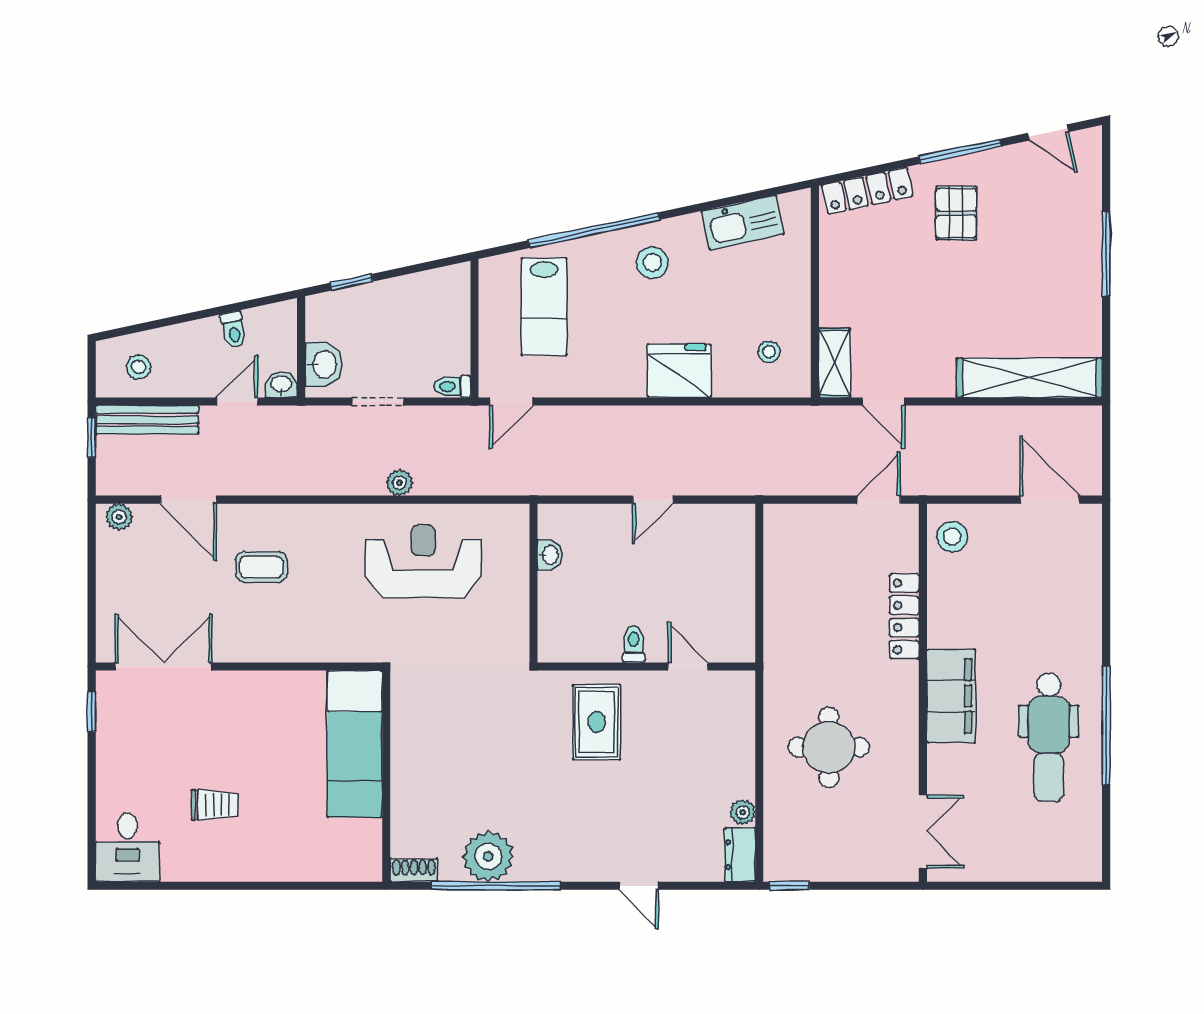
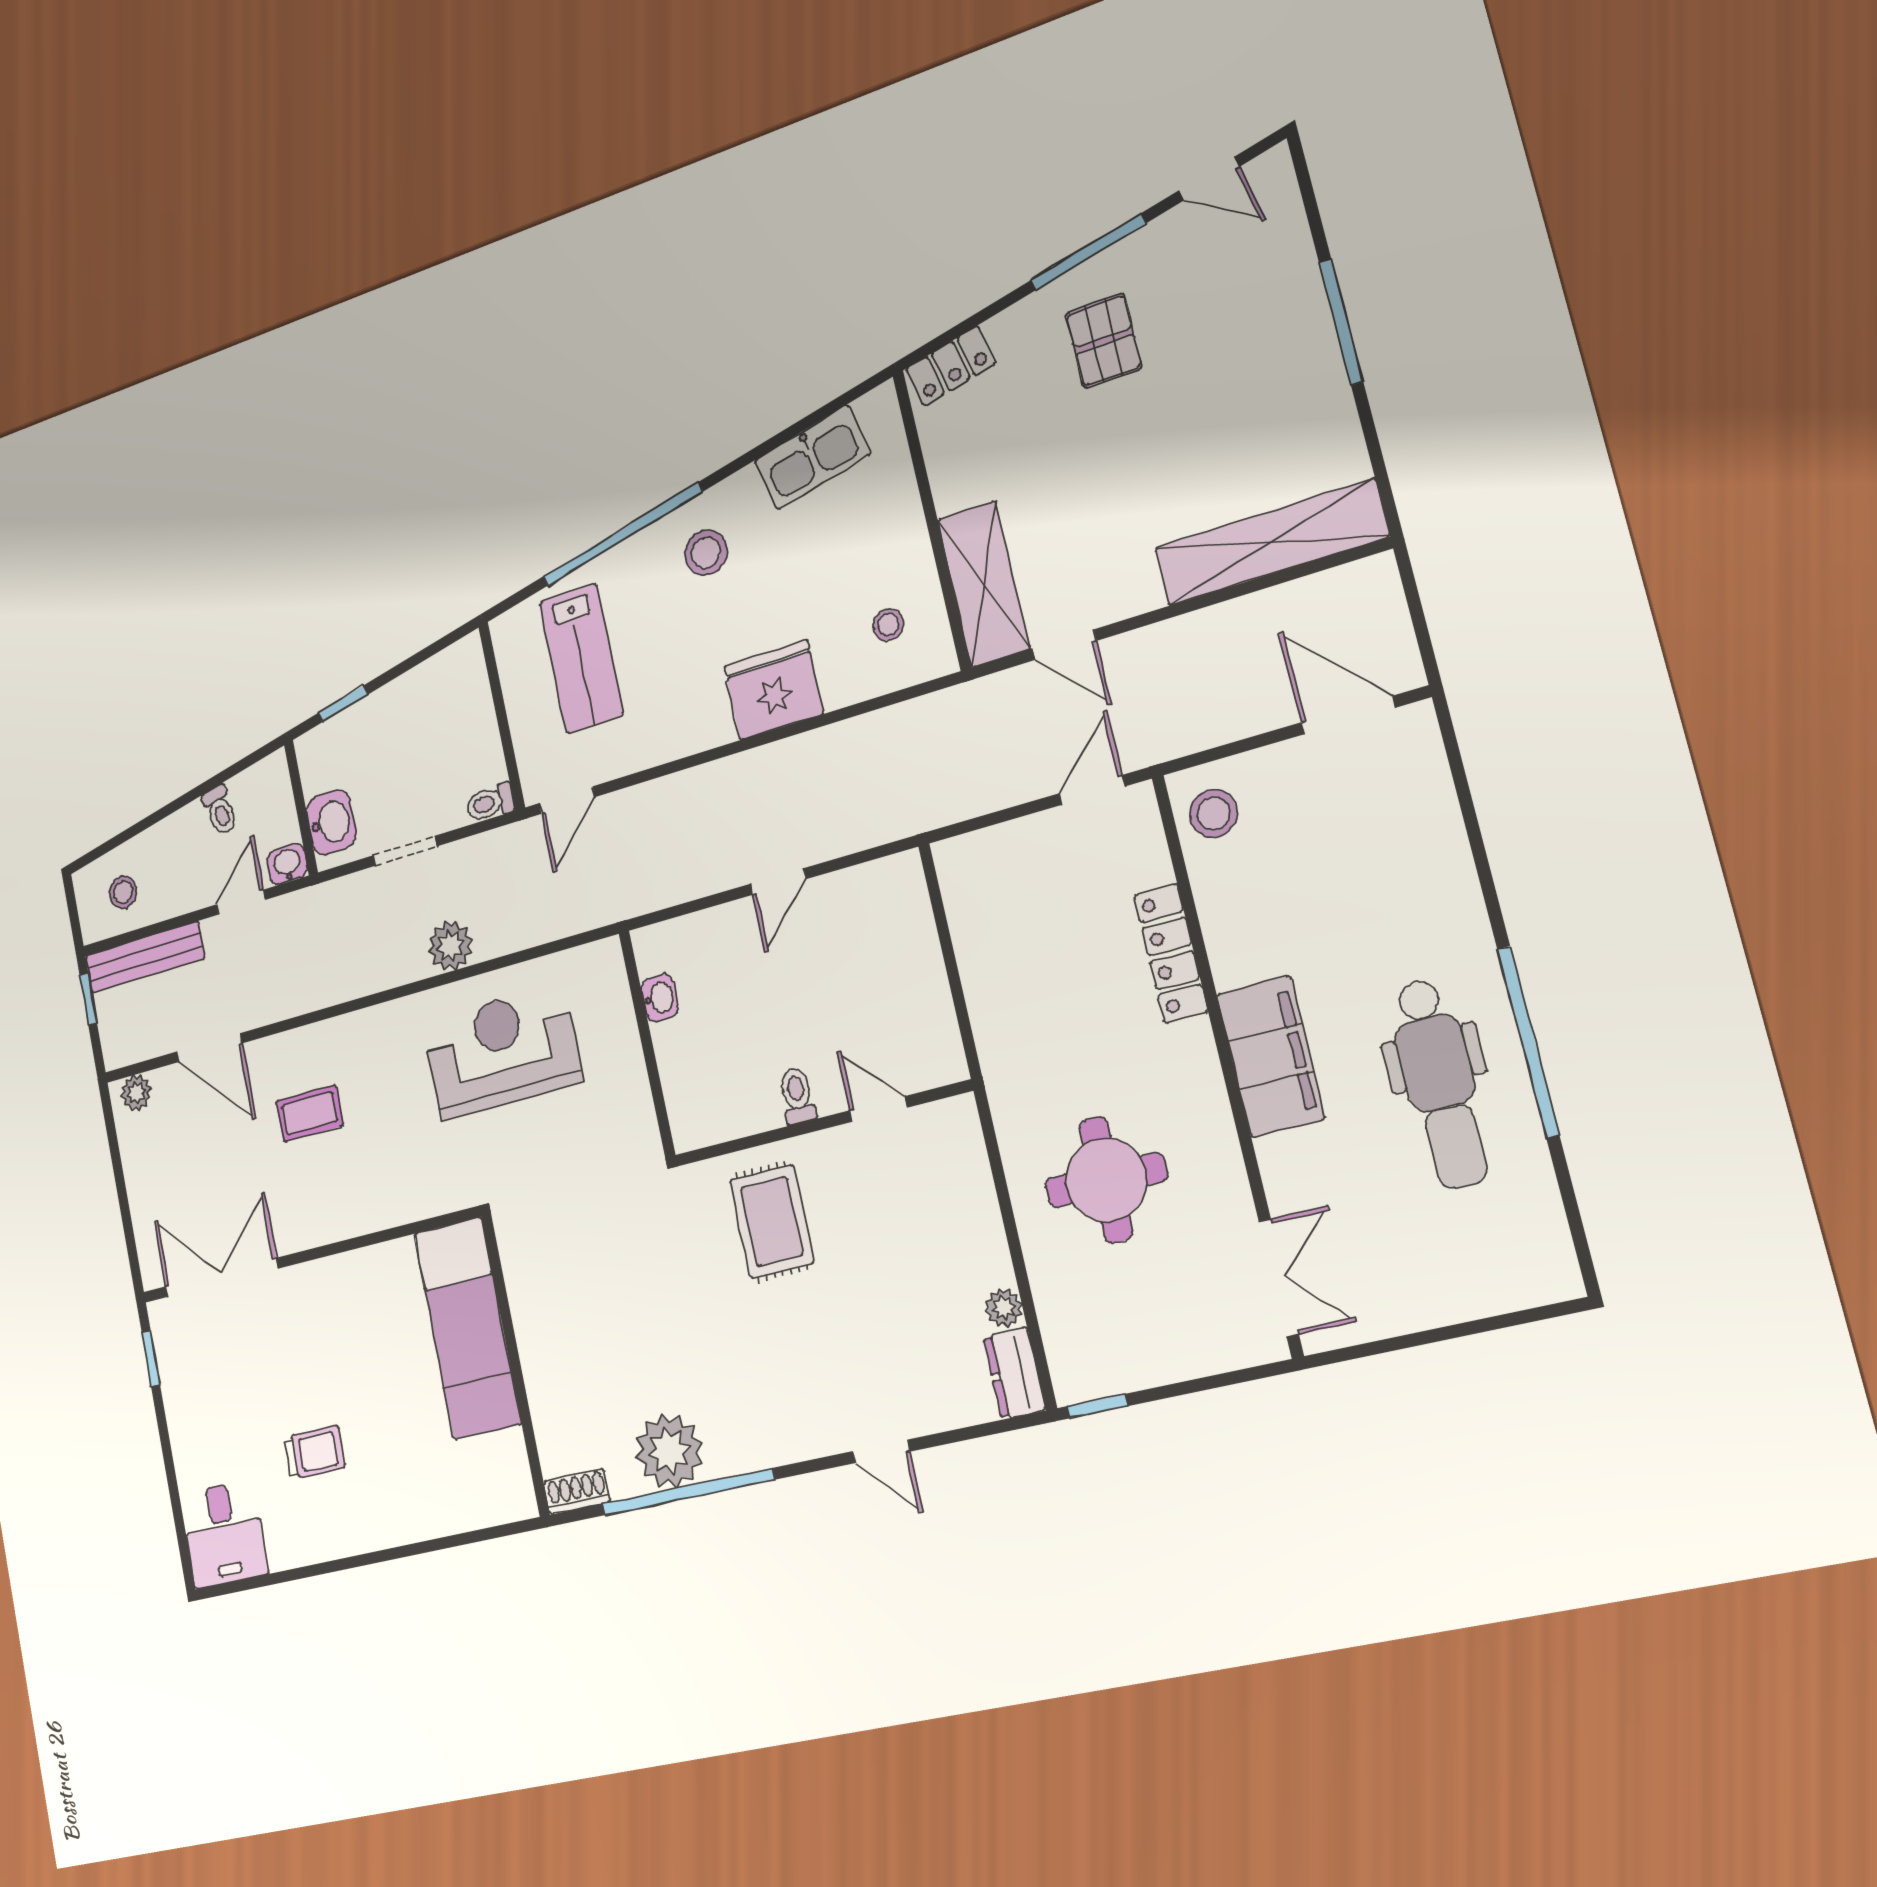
locker: (867, 191) -> (951, 366), width x0.66
shelving: (834, 363) -> (984, 584), width x1.50, depth x1.33
plant: (399, 483) -> (450, 946), width x1.38, depth x1.38

